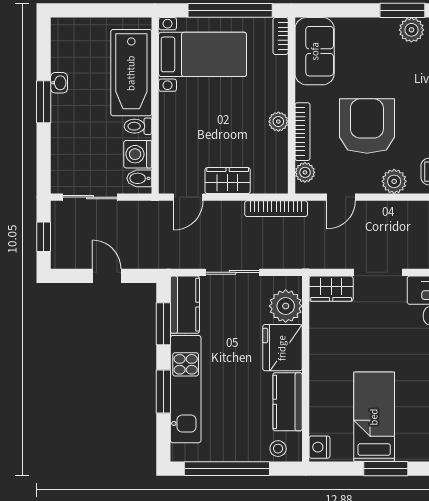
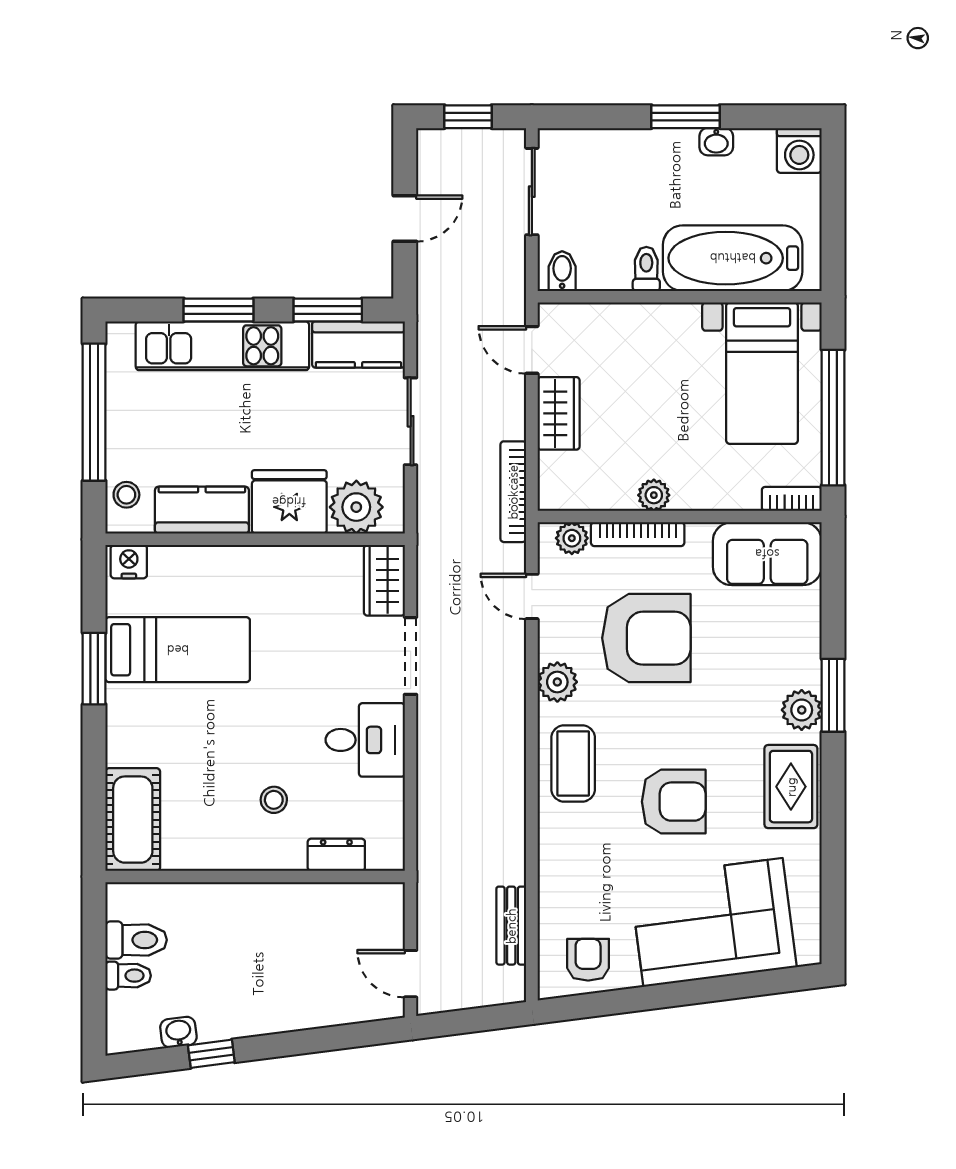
washing machine: (138, 154) -> (799, 150), moved, turned 180

